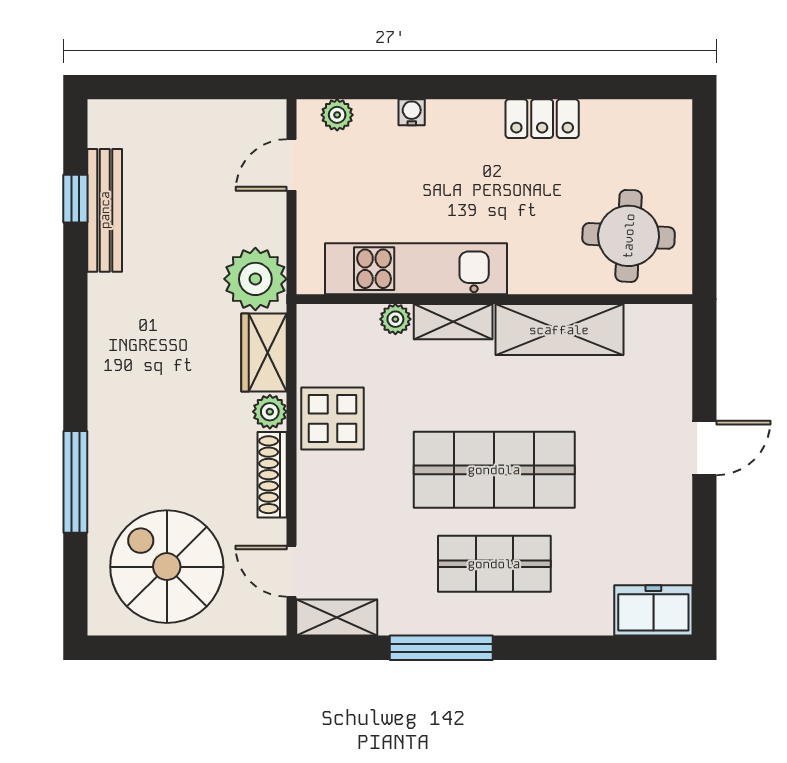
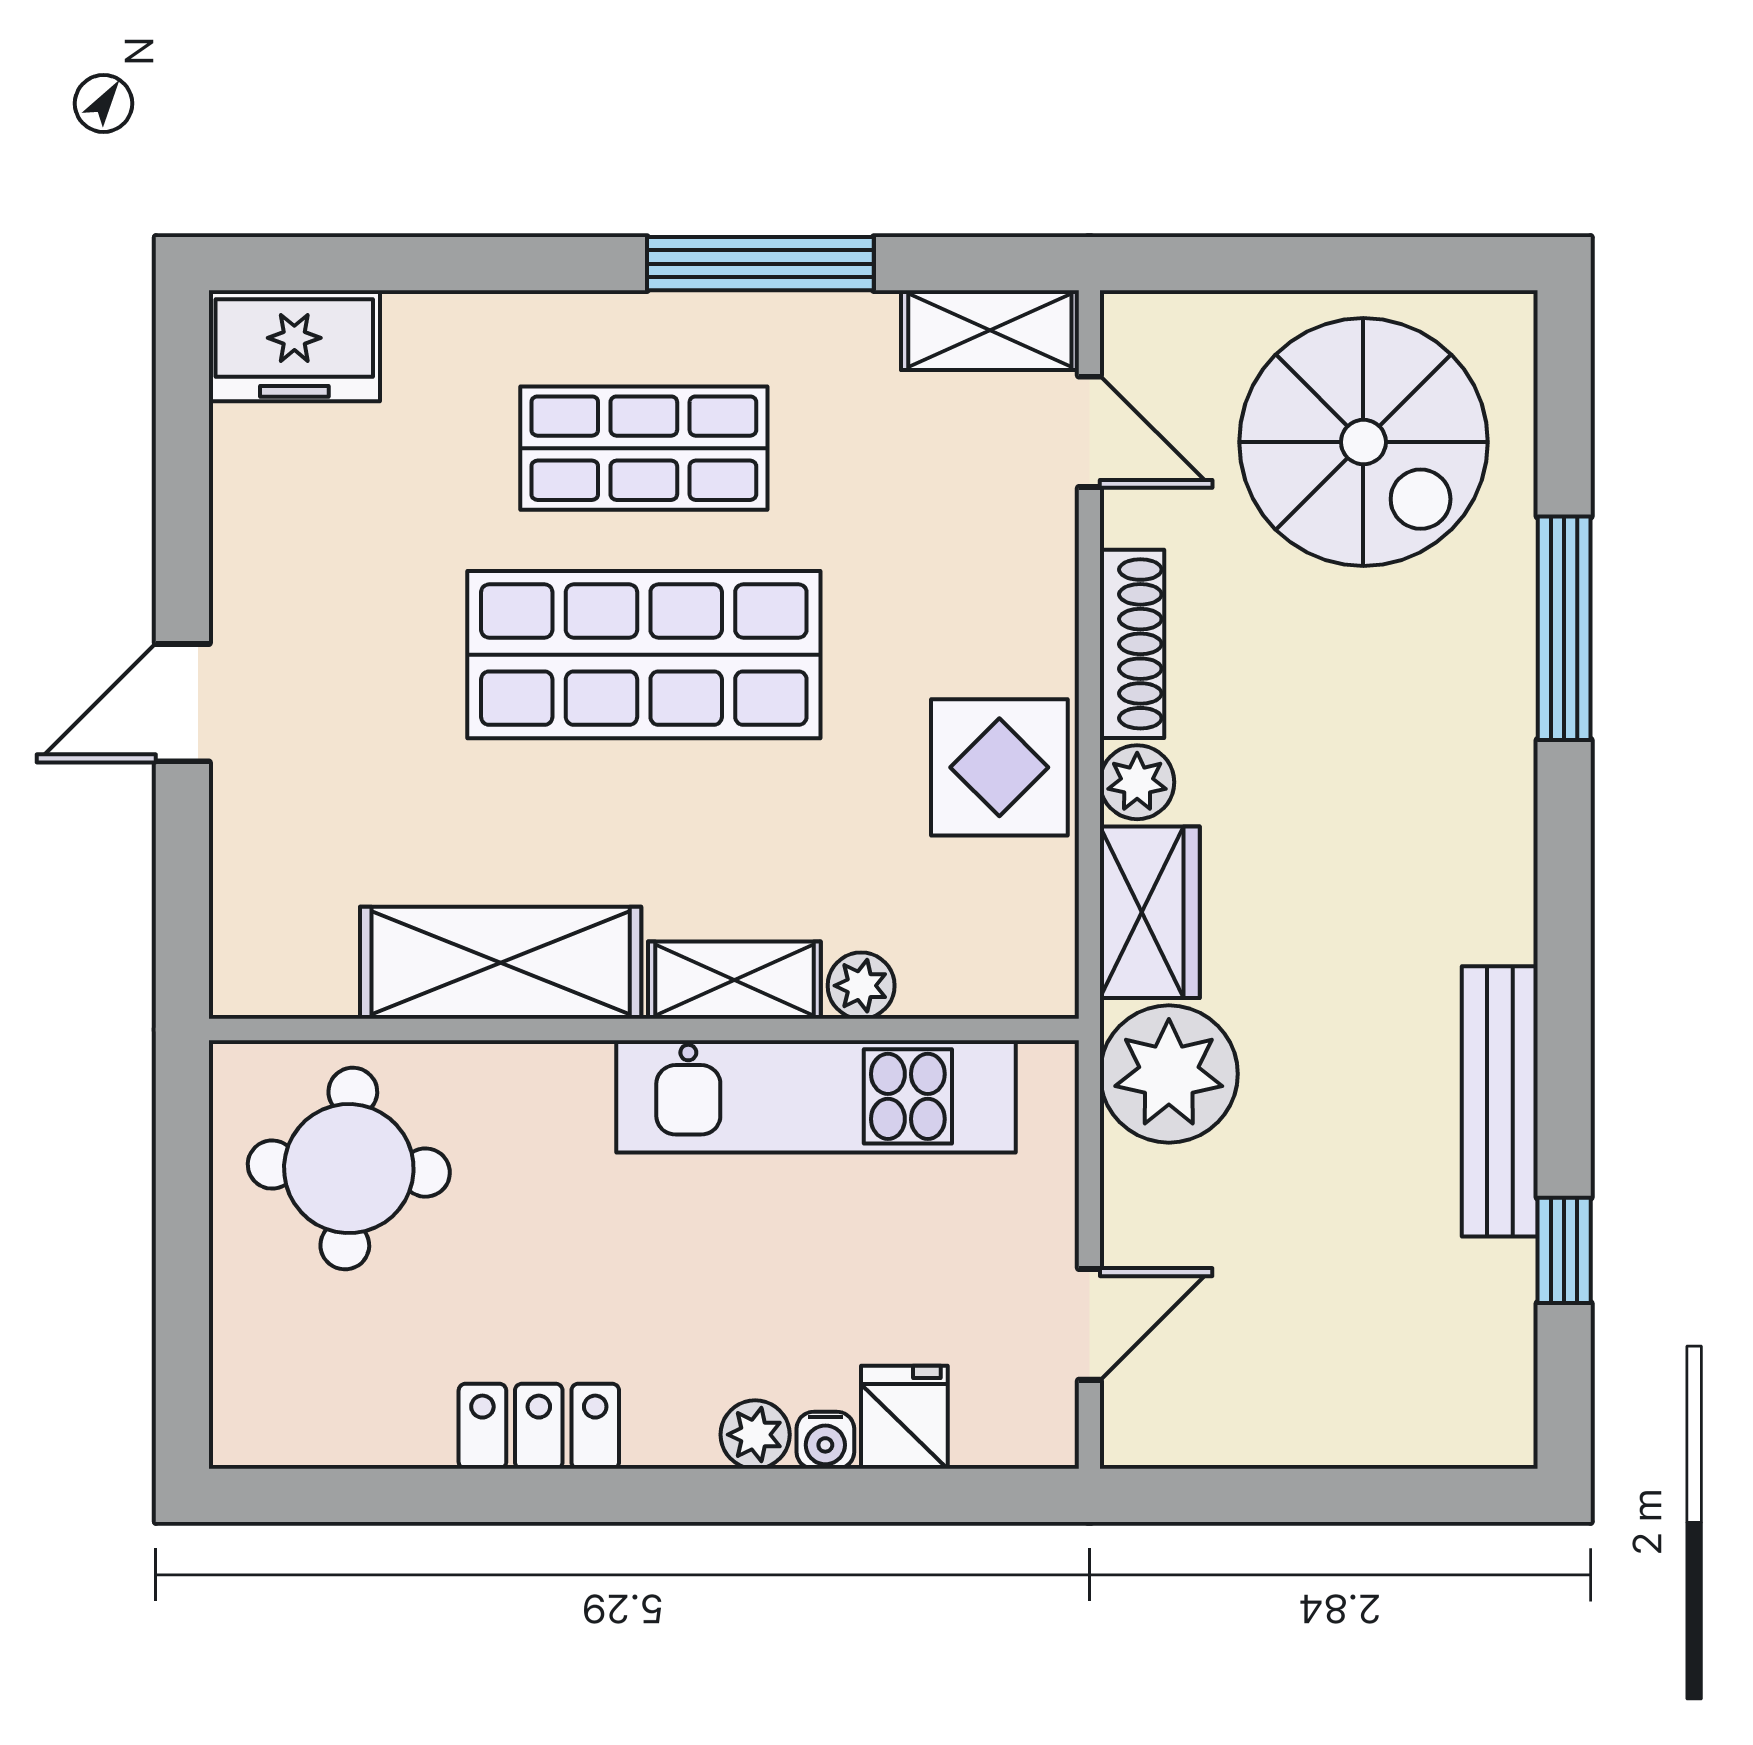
plant: (337, 115) -> (755, 1435), moved
fridge: (376, 123) -> (904, 1417), added
bench: (105, 210) -> (1500, 1101), moved

